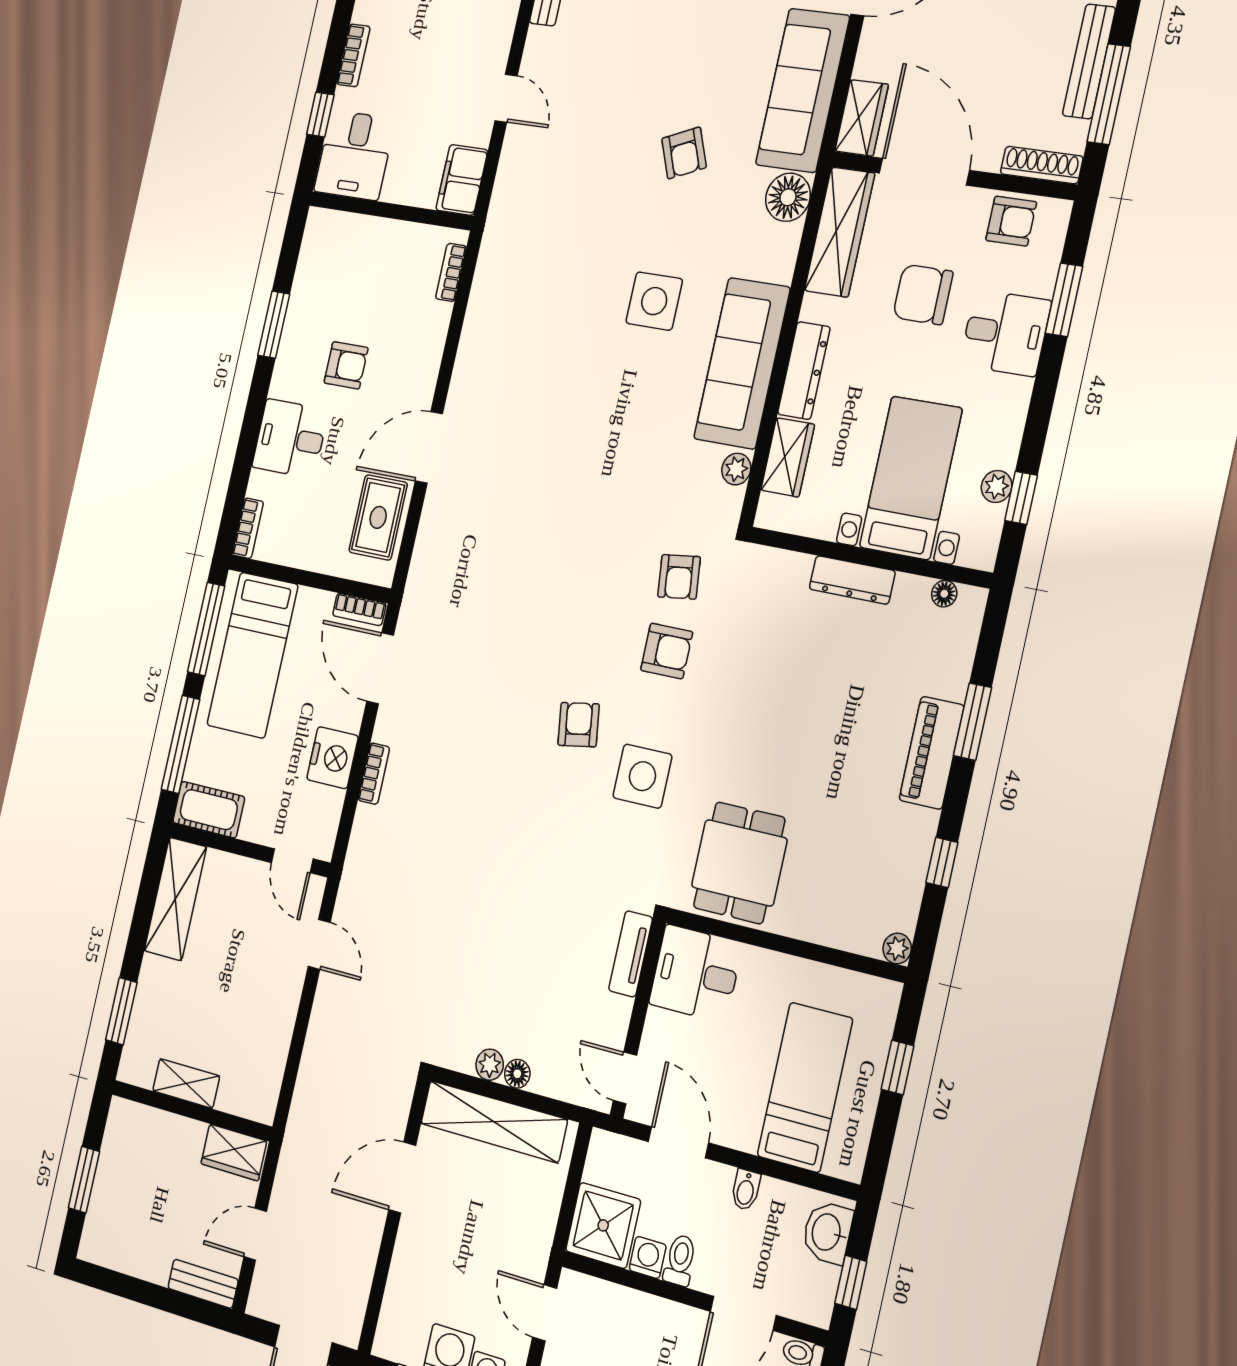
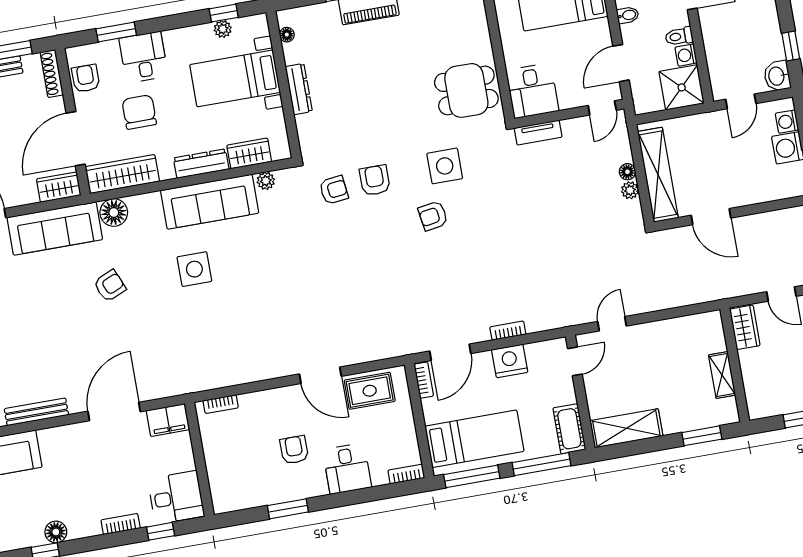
door: (506, 98) -> (114, 412), width x1.87
chair: (923, 294) -> (139, 112), turned 180

